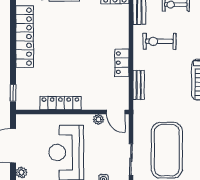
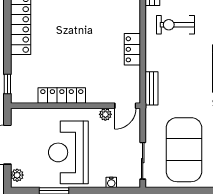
bench: (139, 85) -> (152, 88), moved
door: (116, 112) -> (125, 106), hinge flipped

